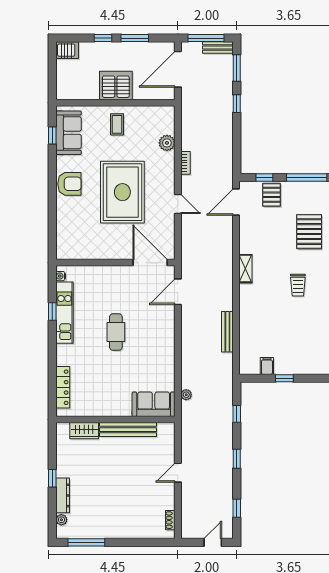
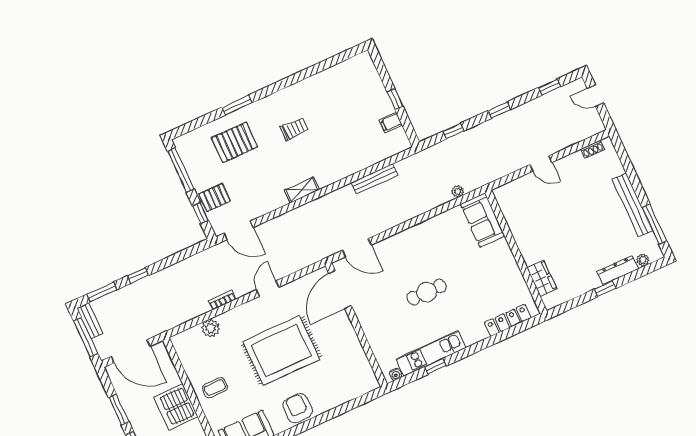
bench: (128, 430) -> (632, 205), moved

